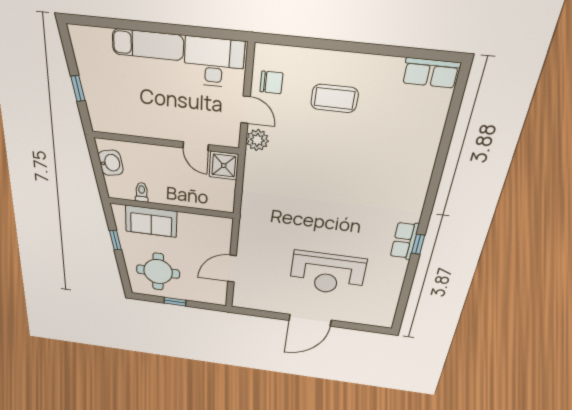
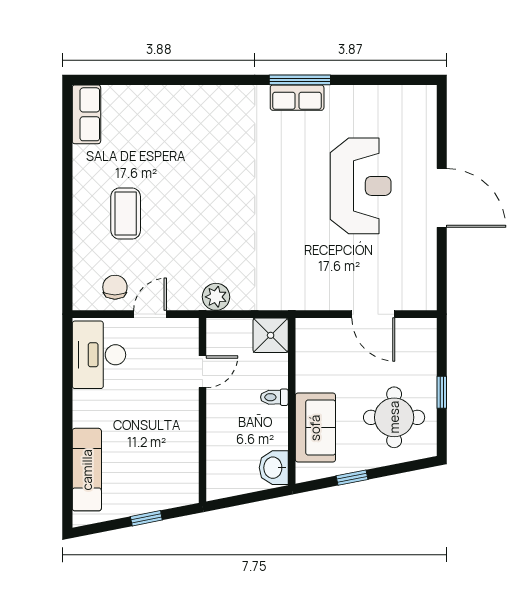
exam couch: (148, 45) -> (87, 470), moved
plant: (257, 140) -> (216, 297), moved
washbasin: (111, 163) -> (274, 468), moved, turned -79
shower: (224, 166) -> (271, 335), moved
toilet: (142, 192) -> (274, 397), moved
window: (418, 244) -> (300, 80), width x2.17

